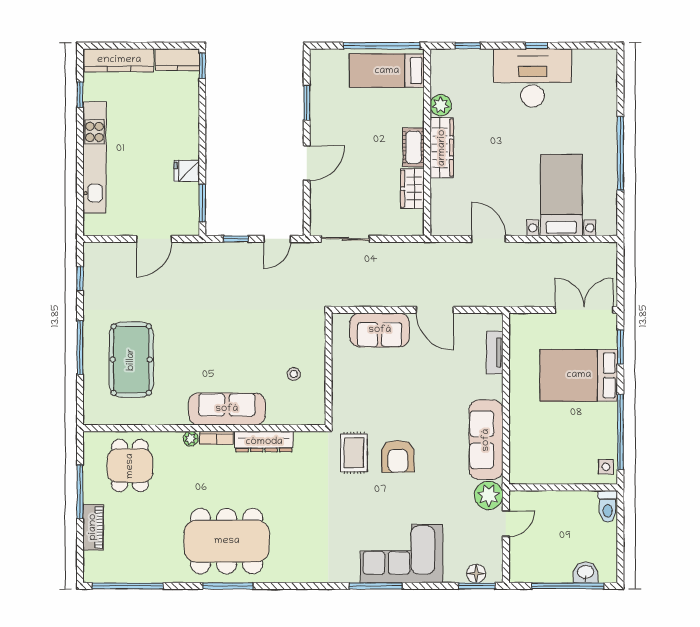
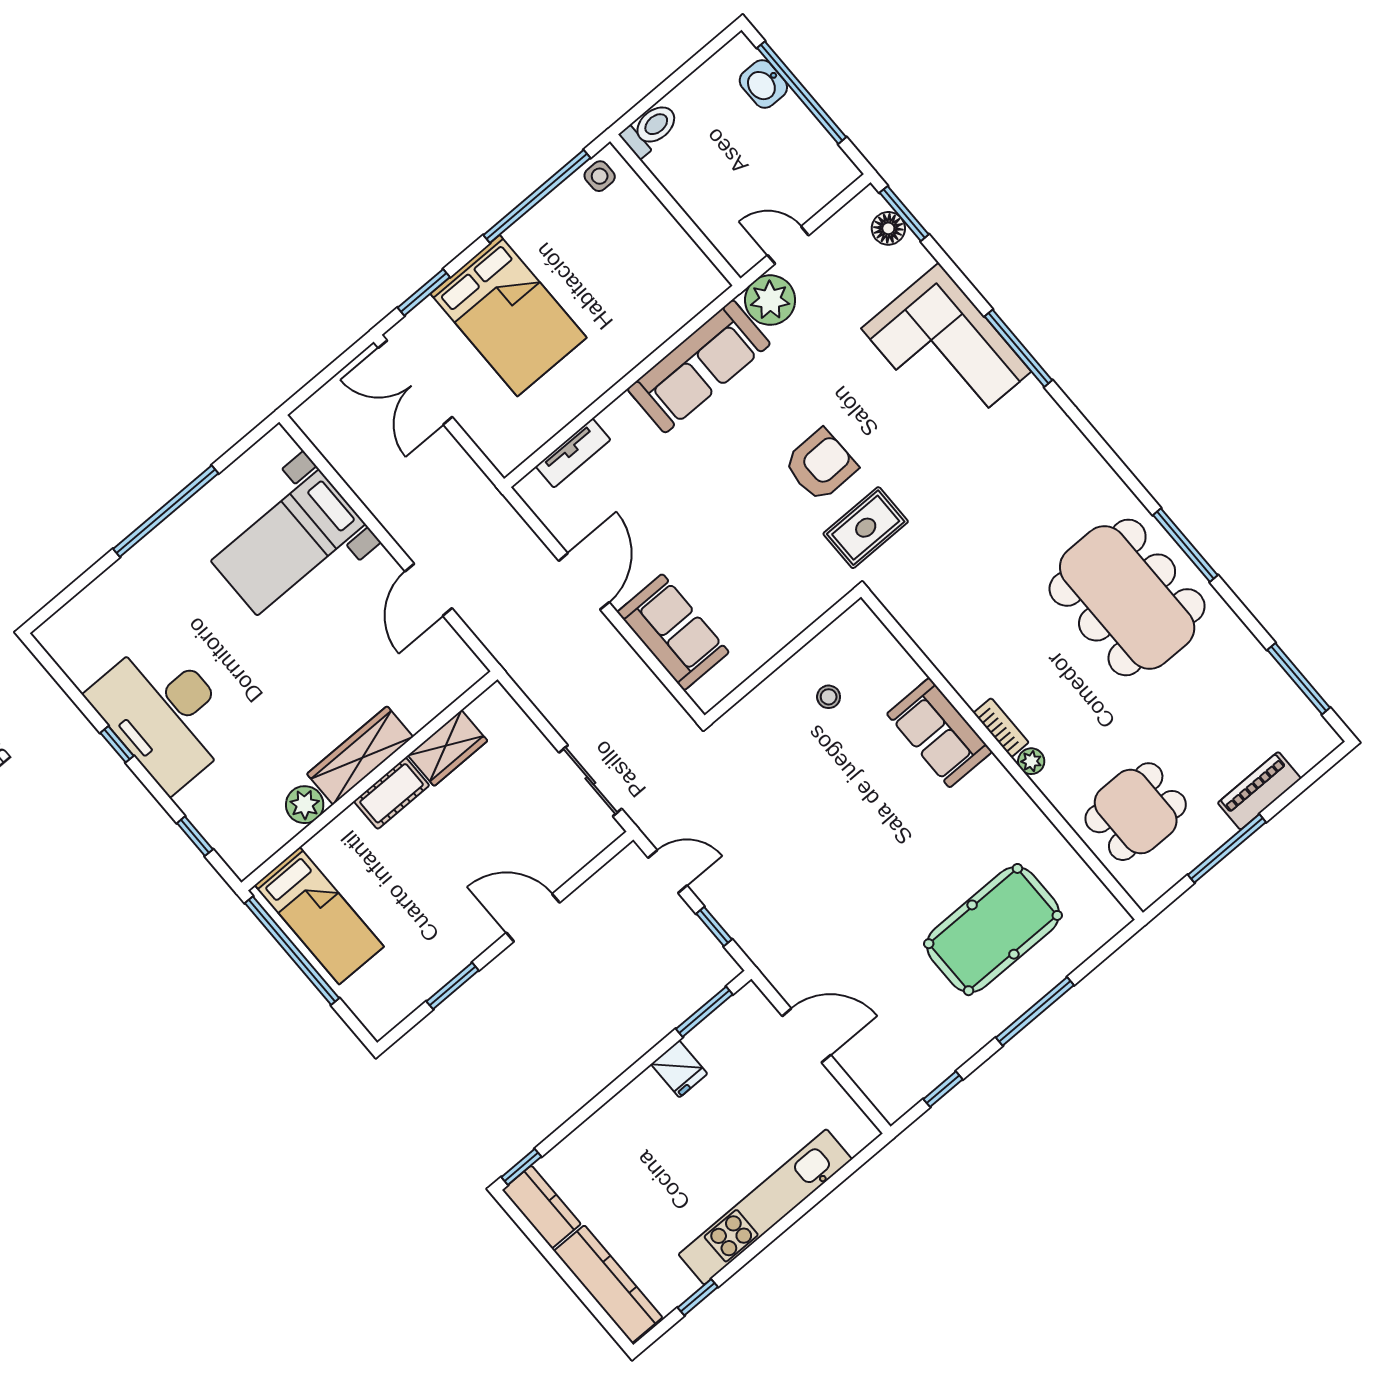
sofa: (227, 409) -> (939, 733), width x0.73
dresser: (264, 442) -> (952, 660), removed
window: (128, 586) -> (1299, 679), width x0.68

